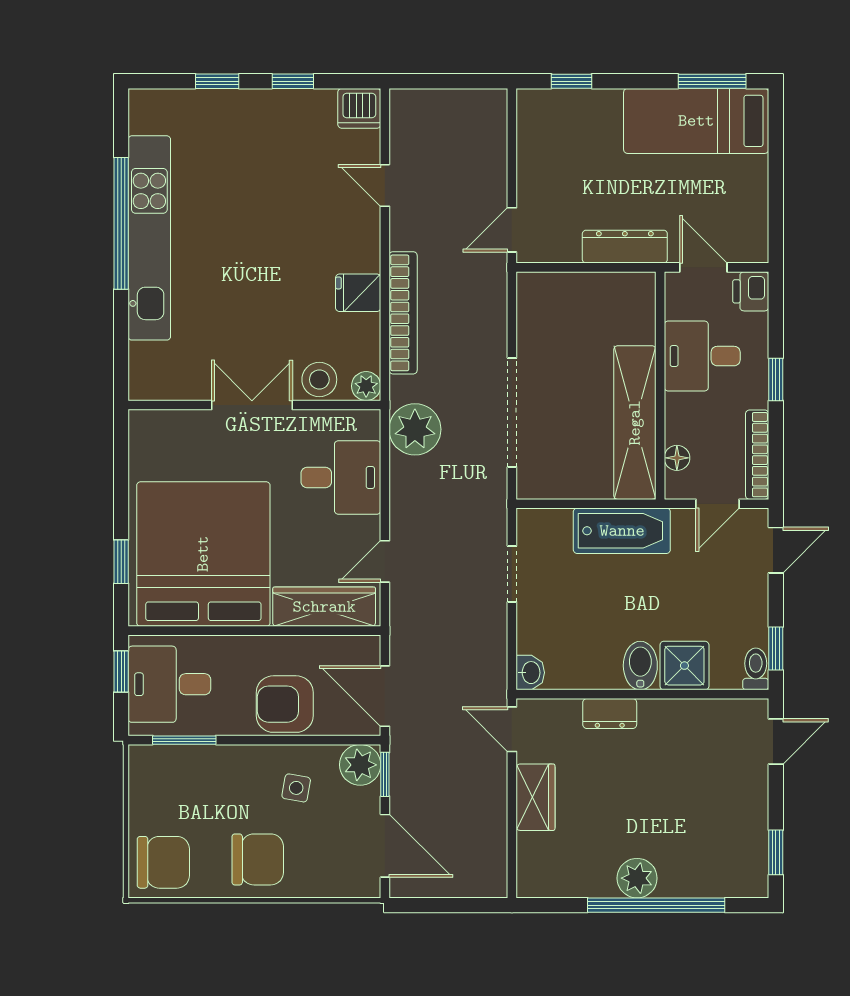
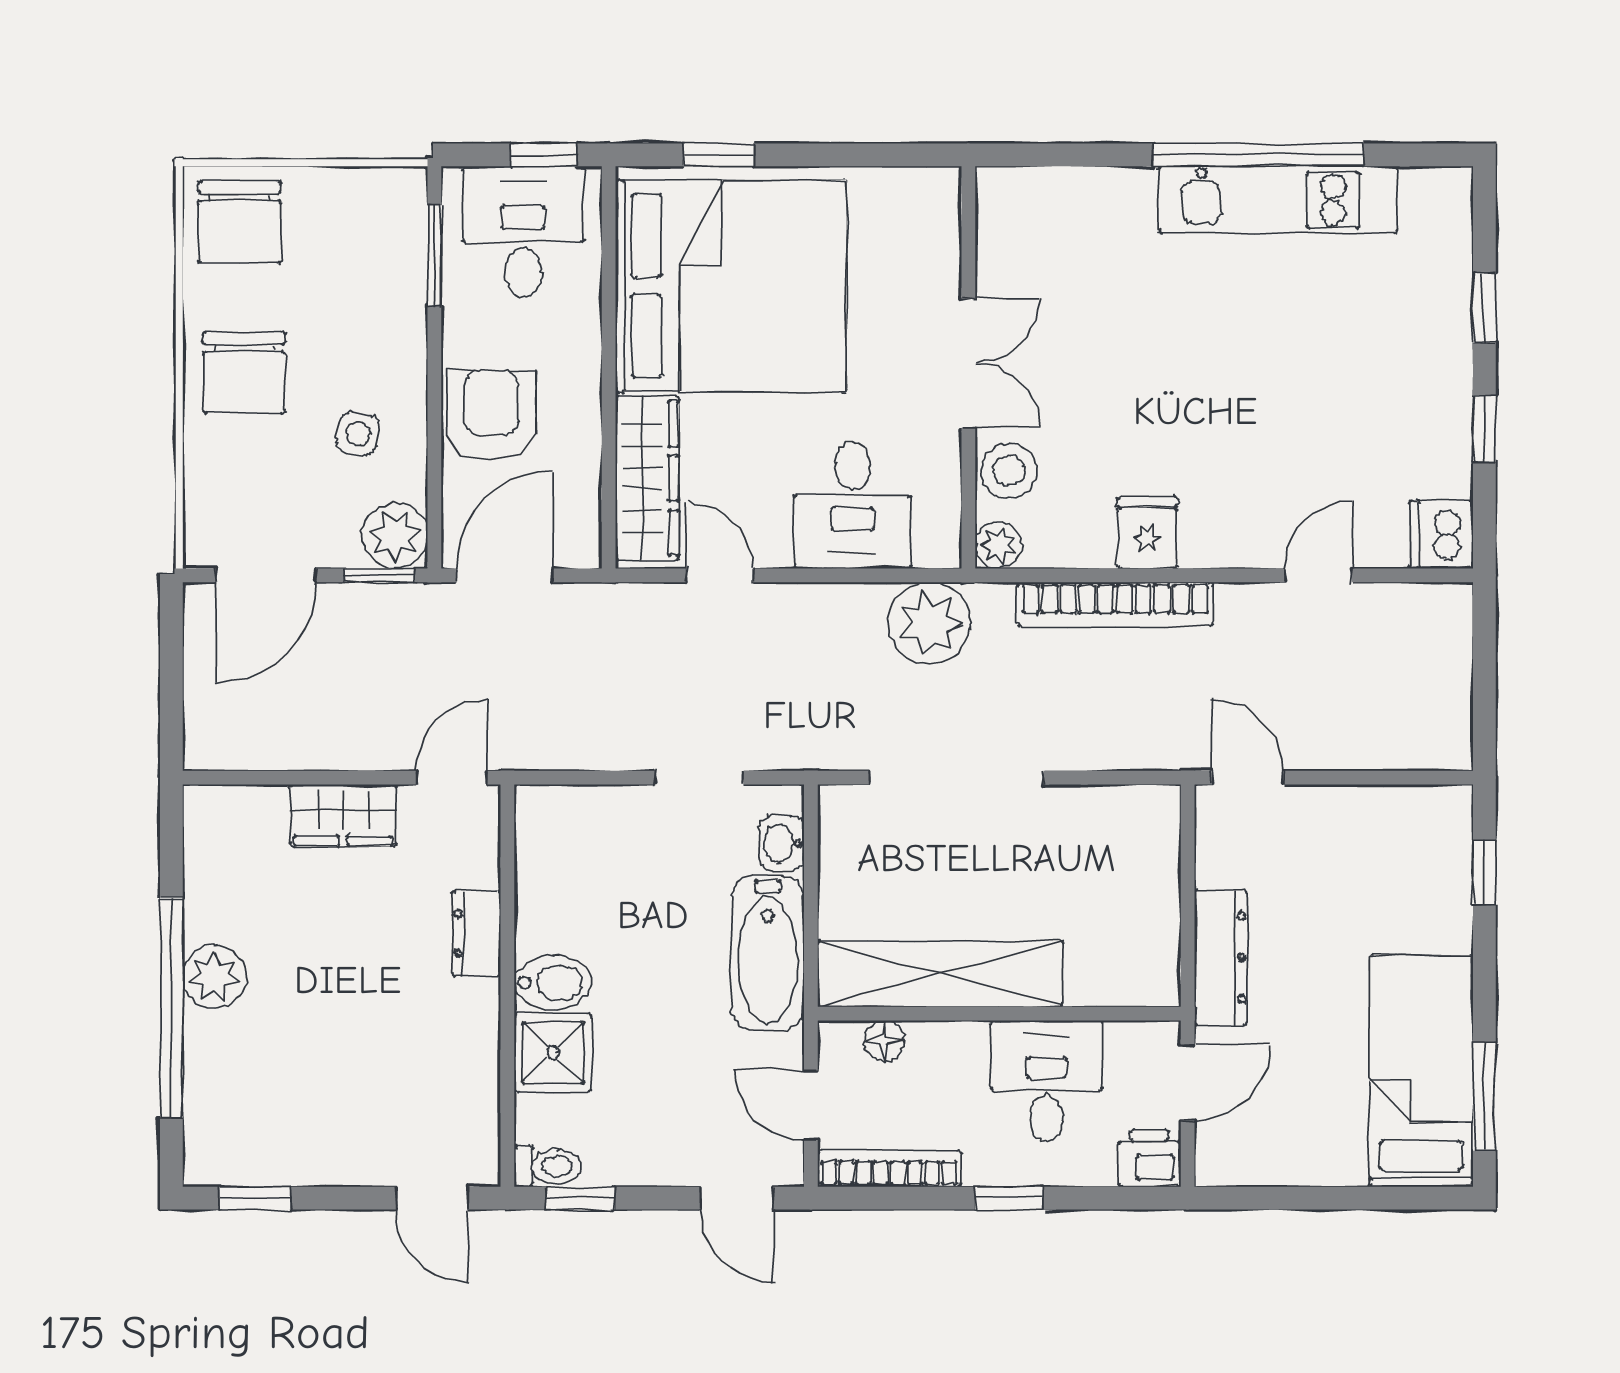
kitchen unit: (149, 238) -> (1278, 200), width x0.73
washbasin: (530, 673) -> (782, 843), moved, turned 90

